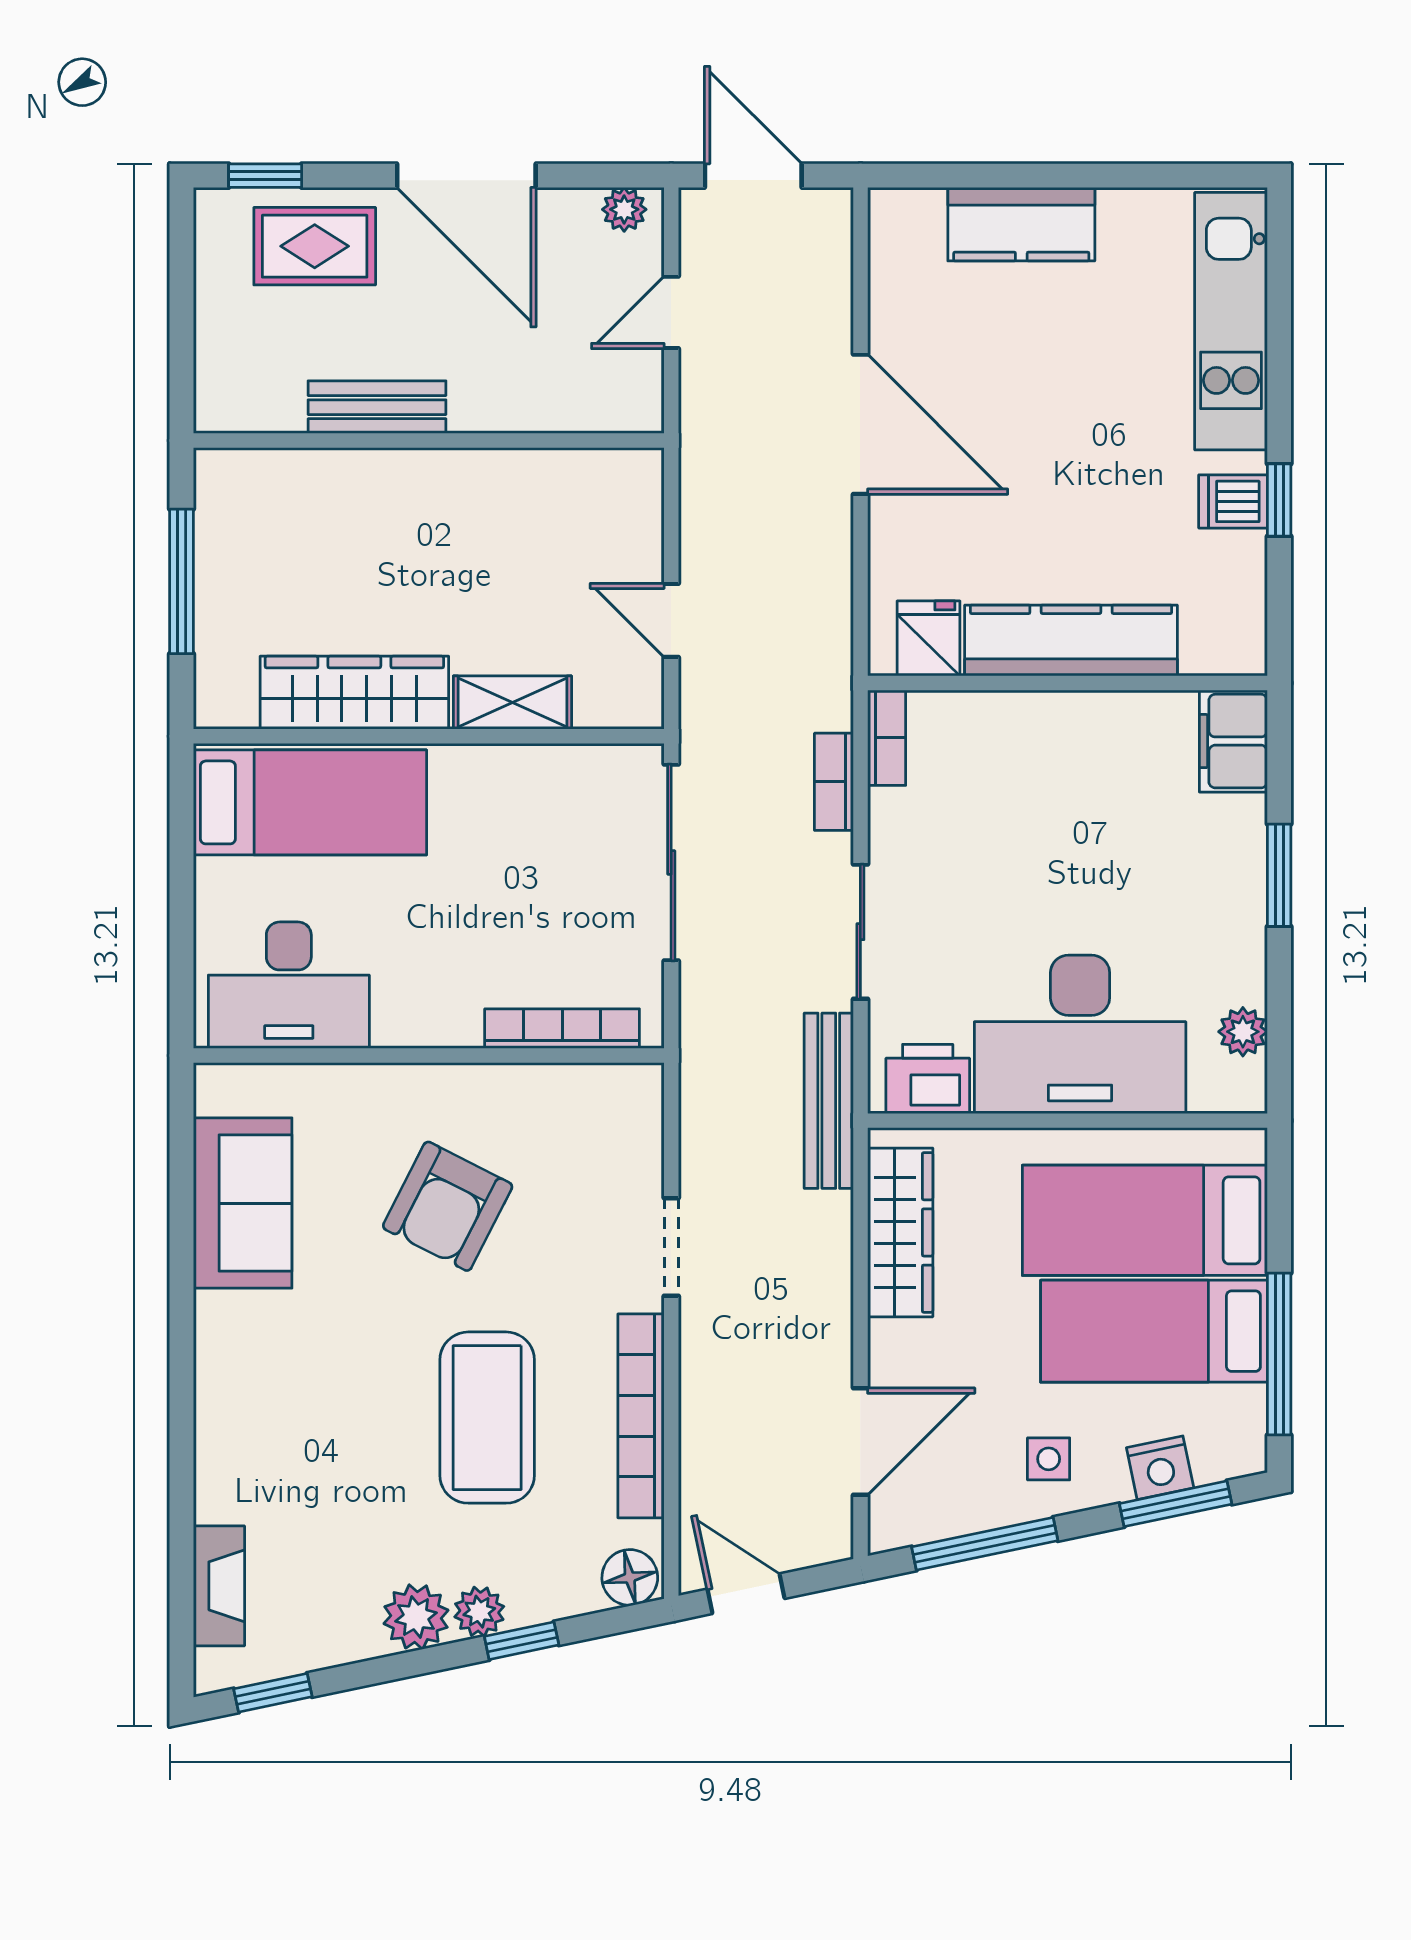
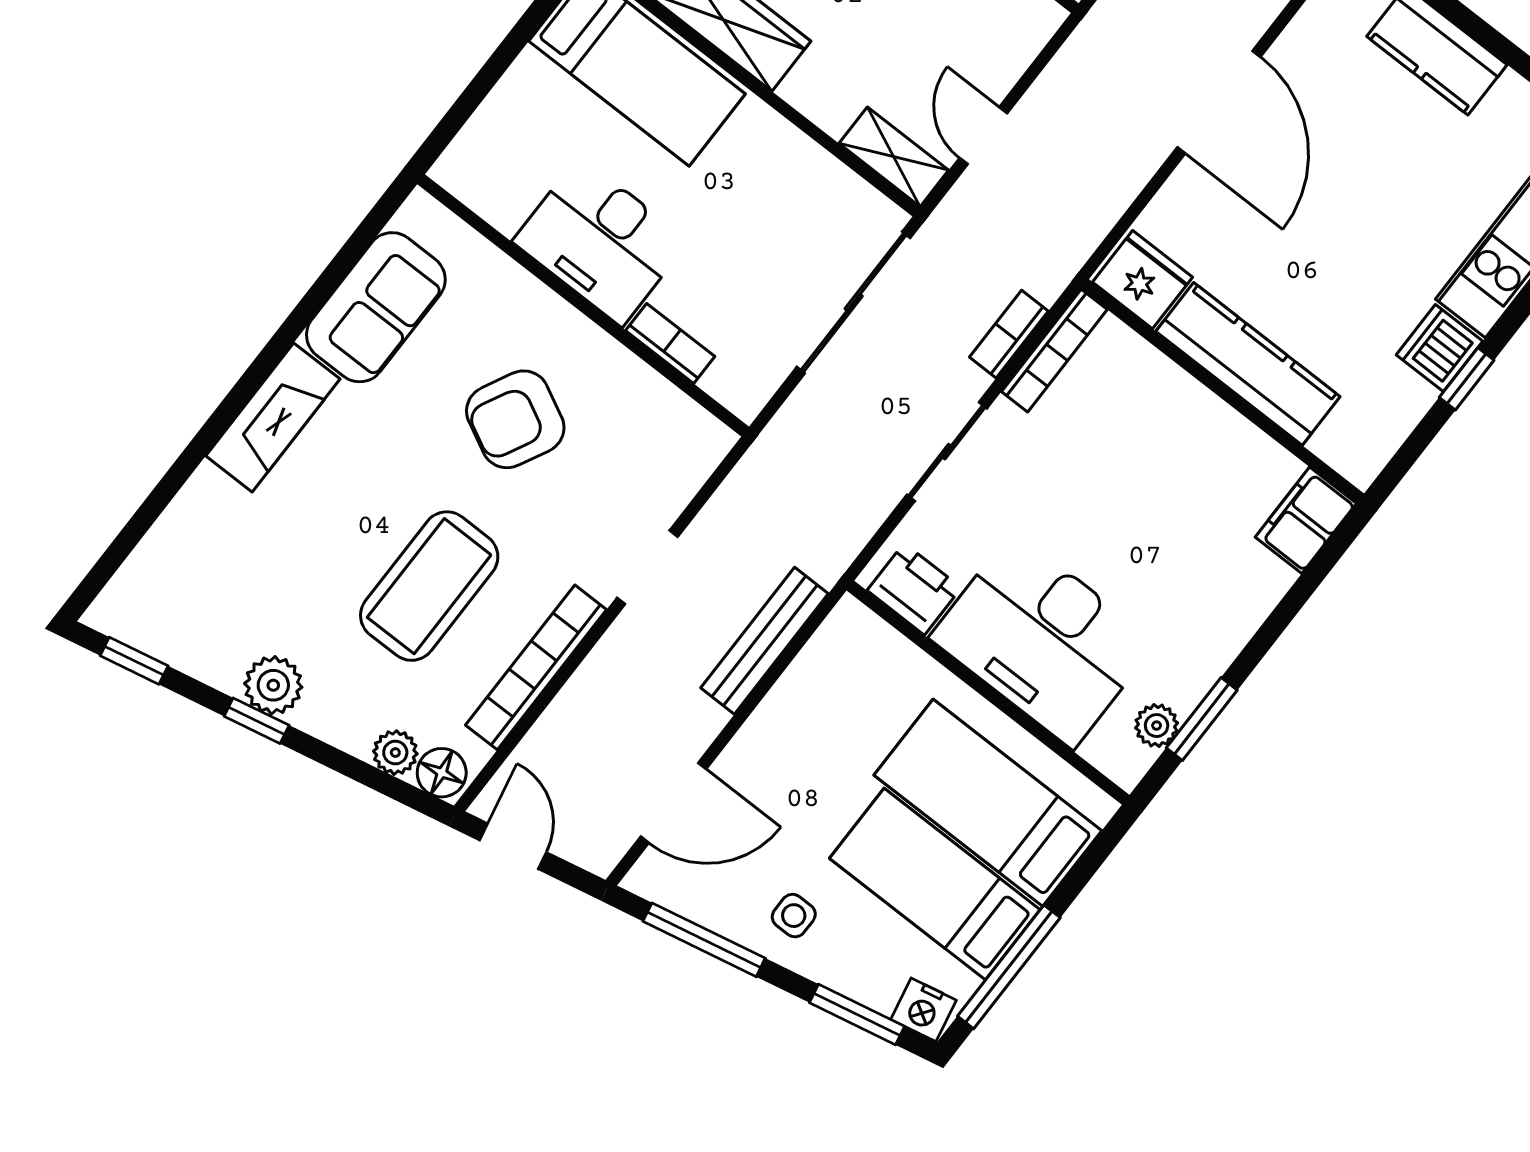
dishwasher: (1233, 501) -> (1439, 348), width x1.38
fridge: (928, 638) -> (1143, 280), width x1.38
shelving: (512, 703) -> (894, 157), moved
bookcase: (887, 738) -> (1054, 351), width x1.56
window: (1279, 875) -> (1202, 719), moved
desk: (289, 985) -> (601, 241), moved
bookcase: (562, 1029) -> (670, 343), width x0.64
bench: (829, 1101) -> (765, 641), moved
wardrobe: (900, 1232) -> (813, 680), removed
nightstand: (1160, 1468) -> (924, 1010), moved
fireplace: (219, 1586) -> (273, 417), moved, width x1.37, depth x1.32
plant: (479, 1612) -> (395, 753), moved
window: (522, 1641) -> (257, 721), moved

